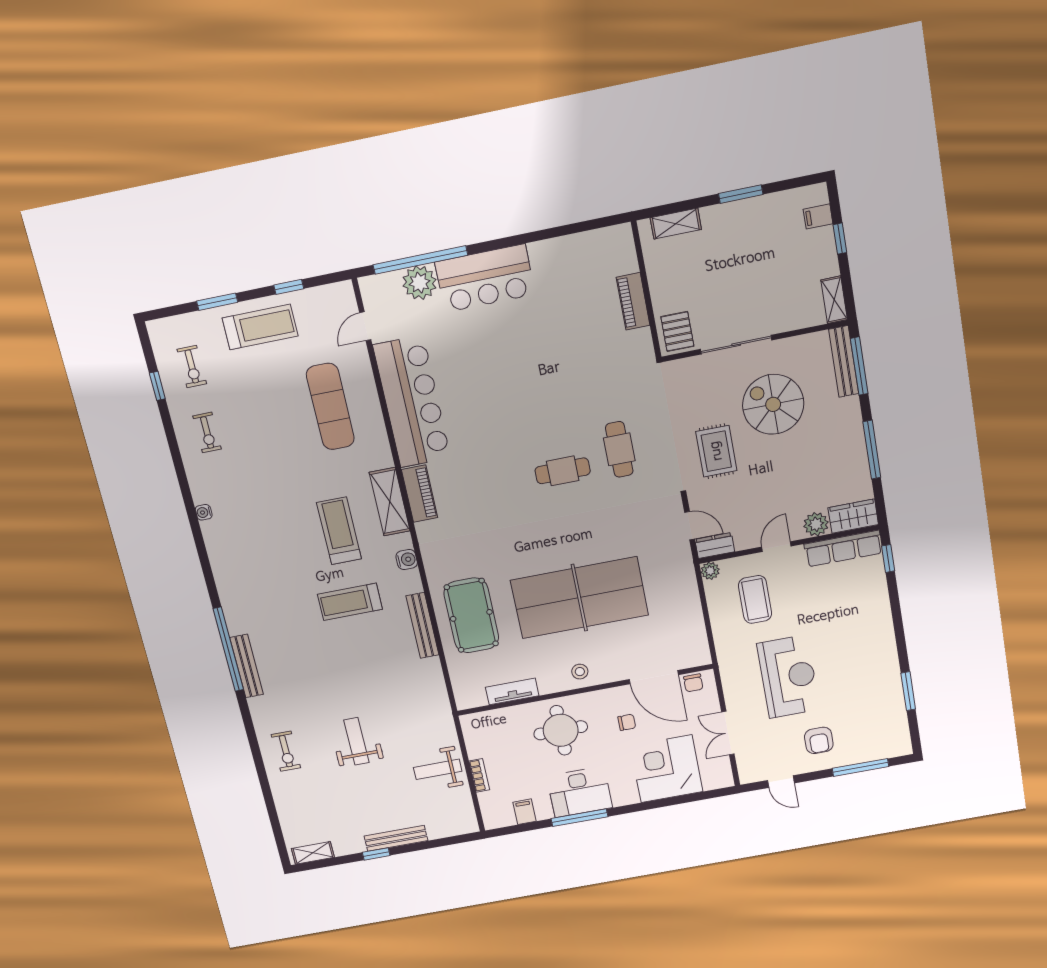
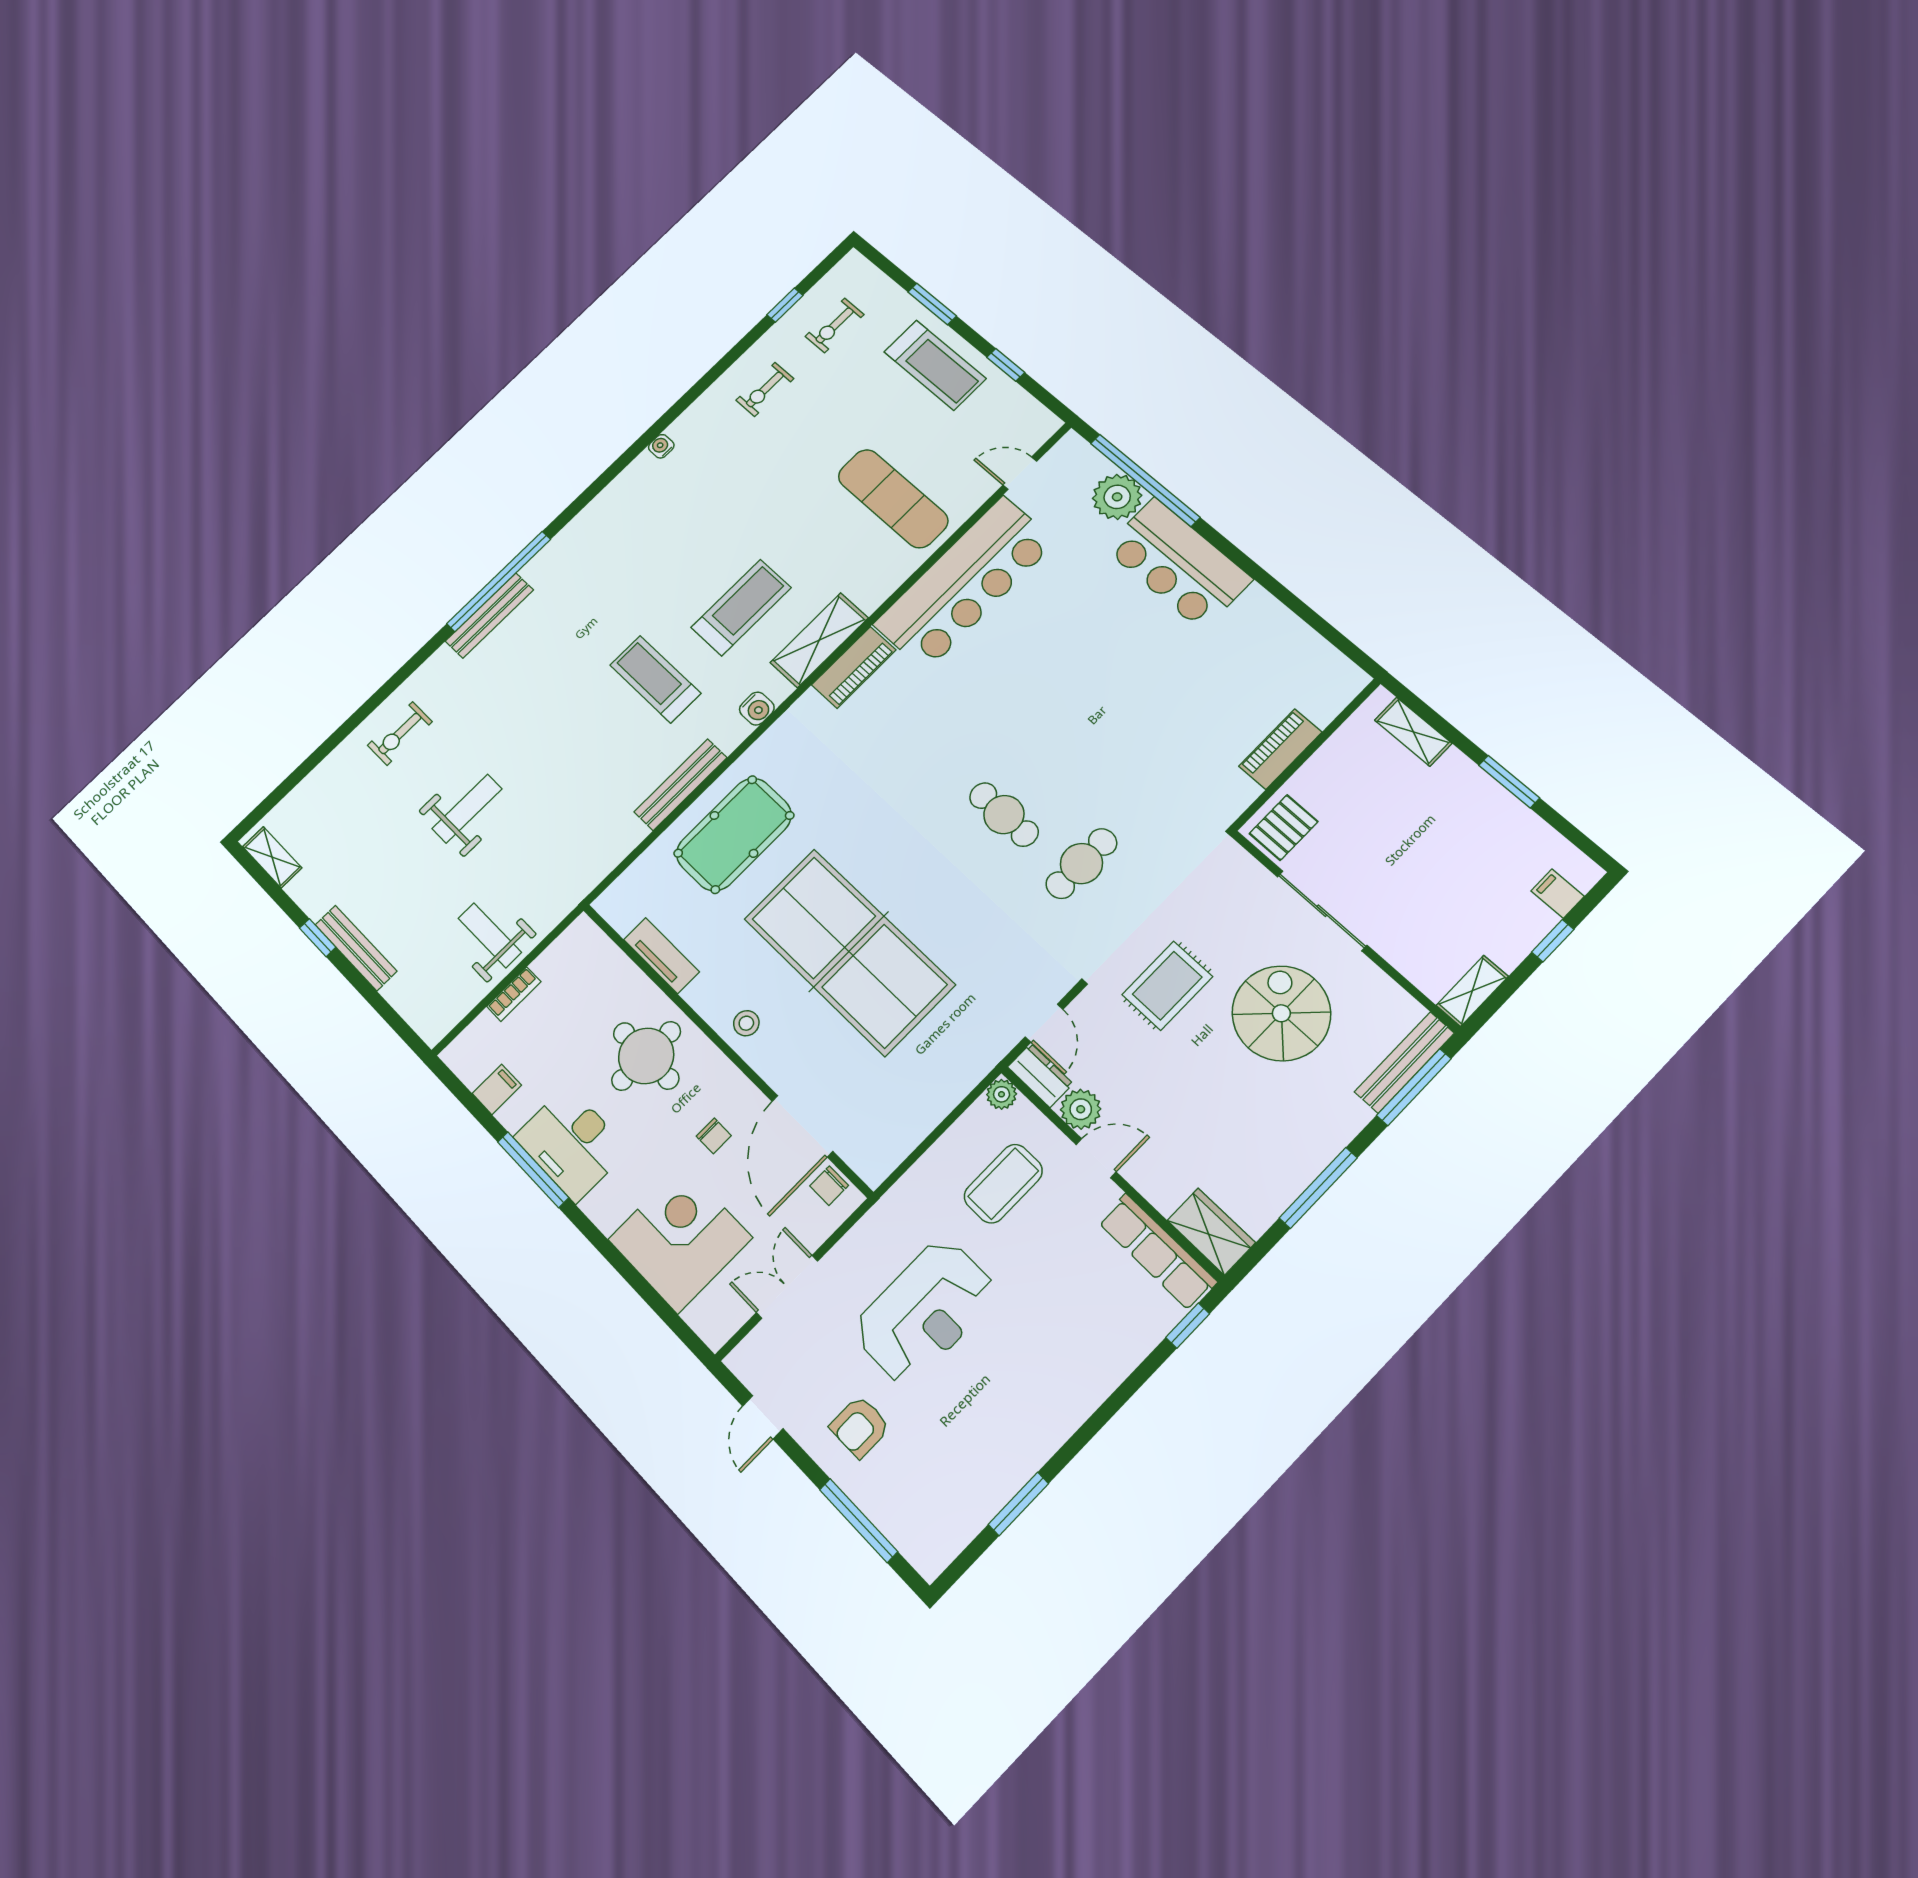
exercise mat: (330, 407) -> (893, 499), turned 90
plant: (816, 524) -> (1081, 1109), moved

